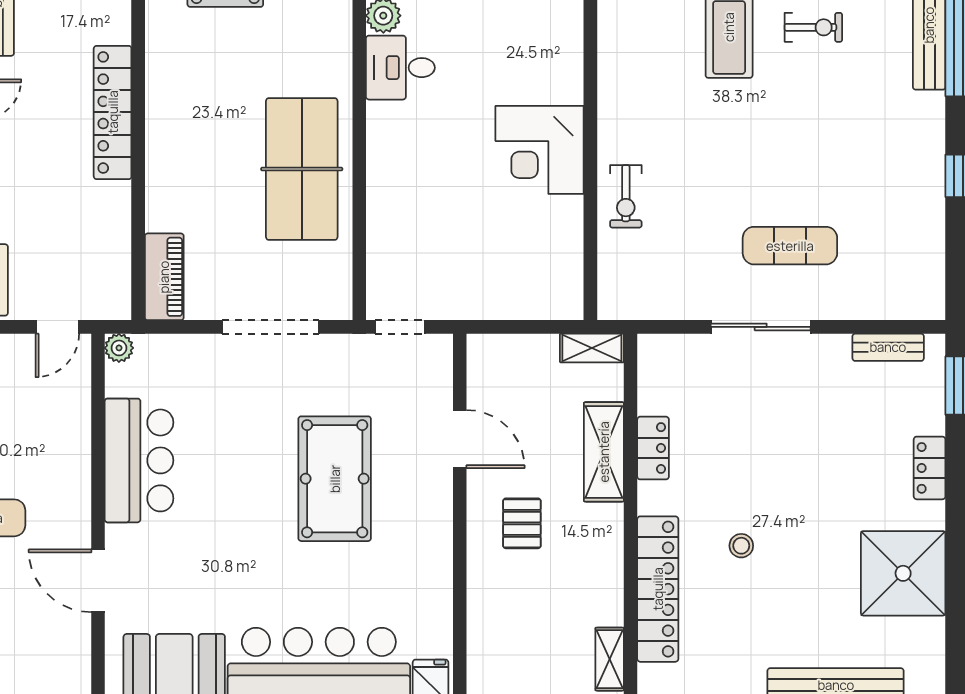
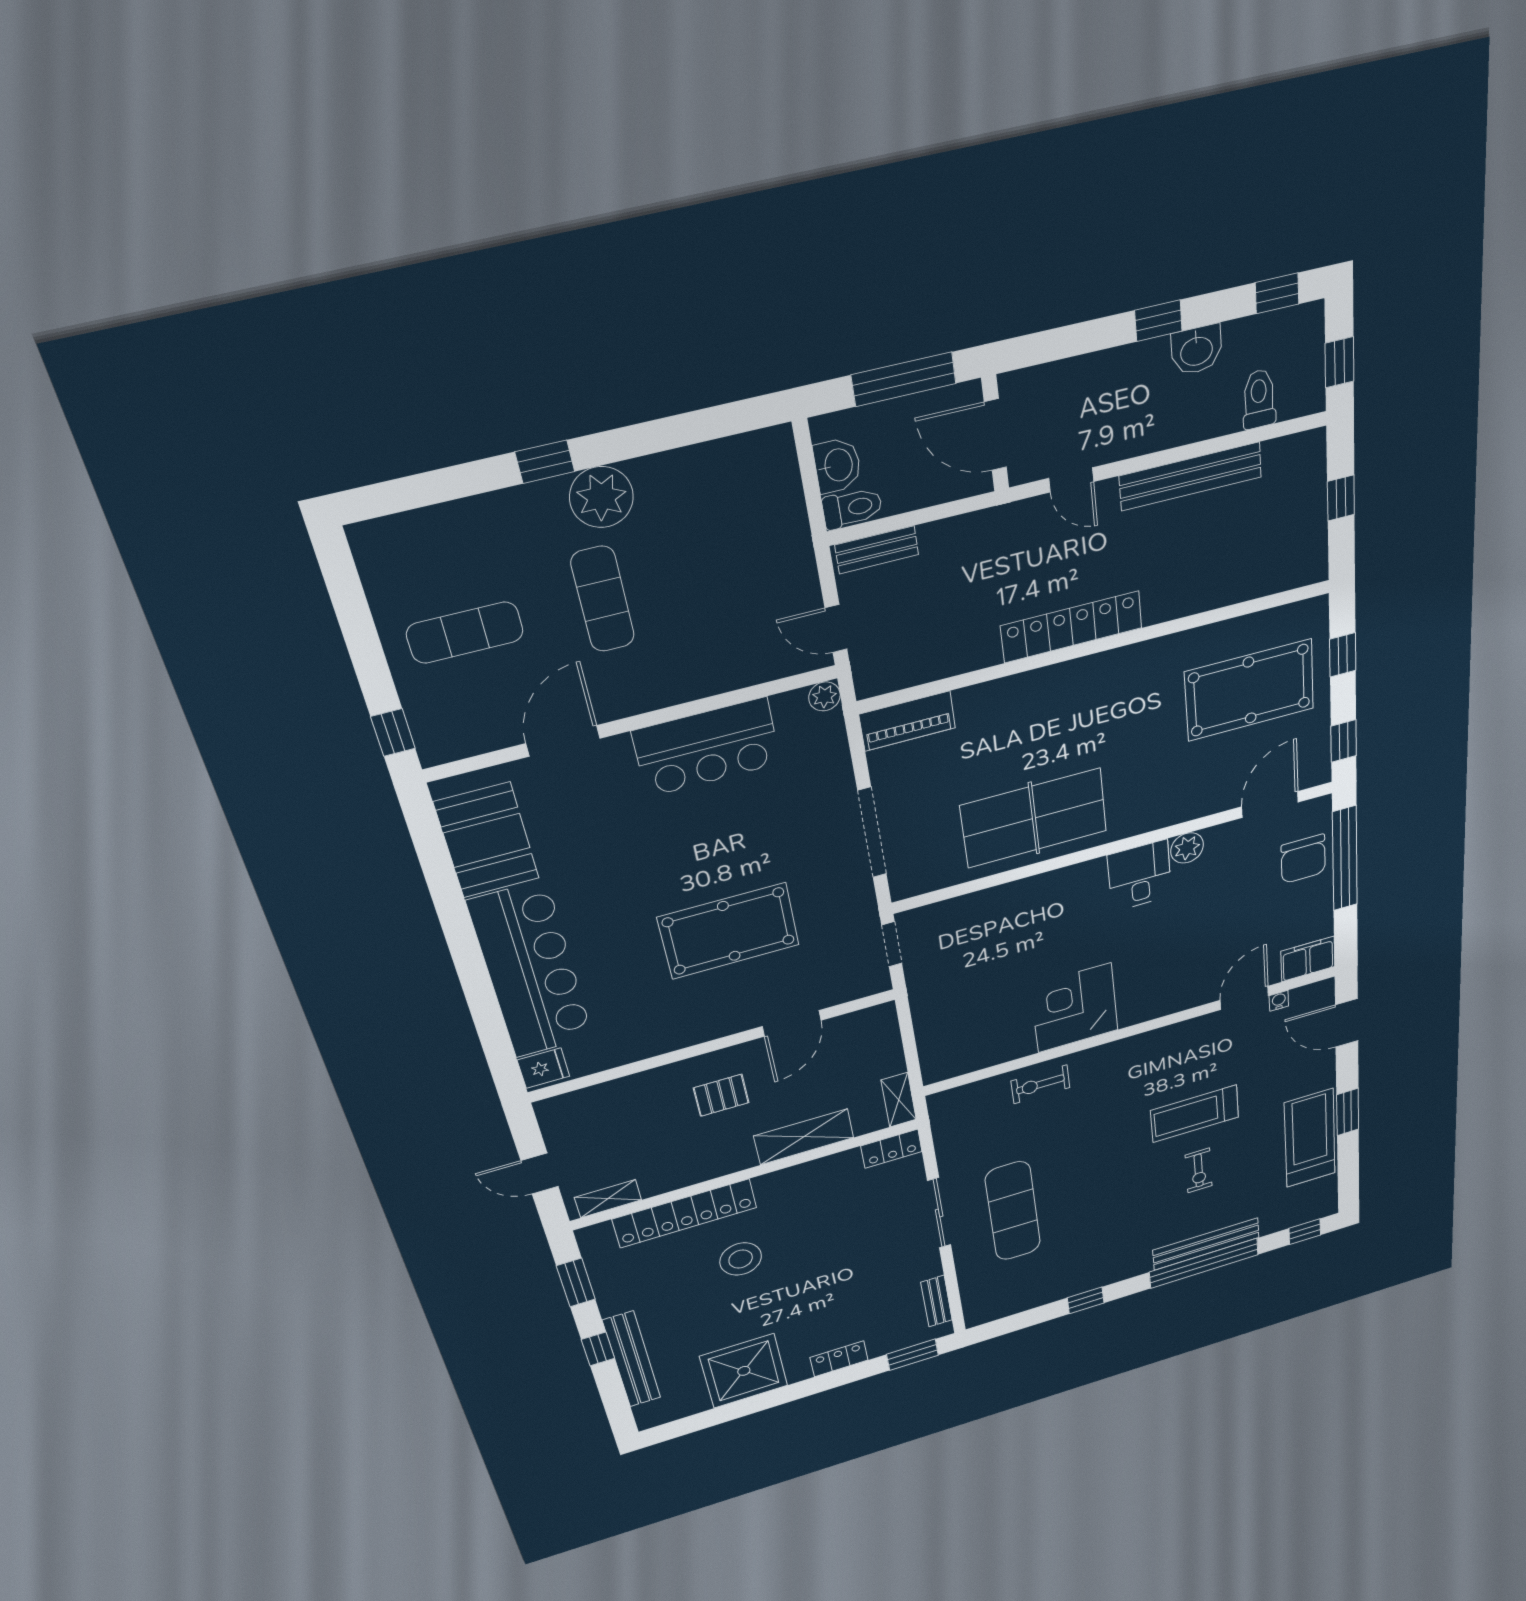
exercise mat: (790, 246) -> (1013, 1211), width x1.36, depth x1.45
locker: (653, 448) -> (891, 1149), moved
stool: (741, 546) -> (741, 1259), width x1.89, depth x1.89

